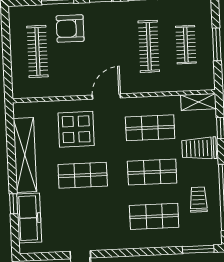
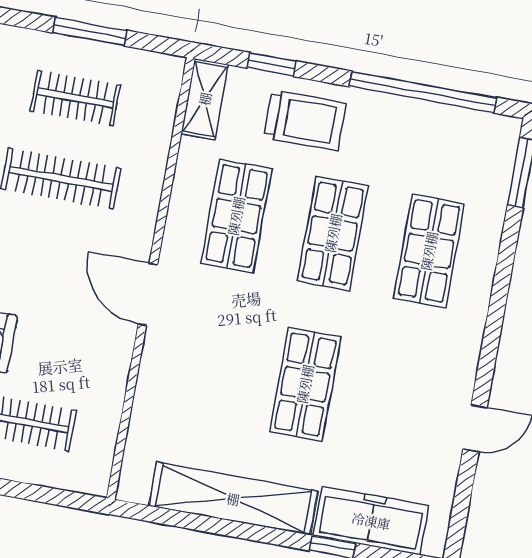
display table: (76, 129) -> (203, 376), removed
trolley: (199, 148) -> (305, 120), turned -90
trolley: (198, 200) -> (415, 147), removed

